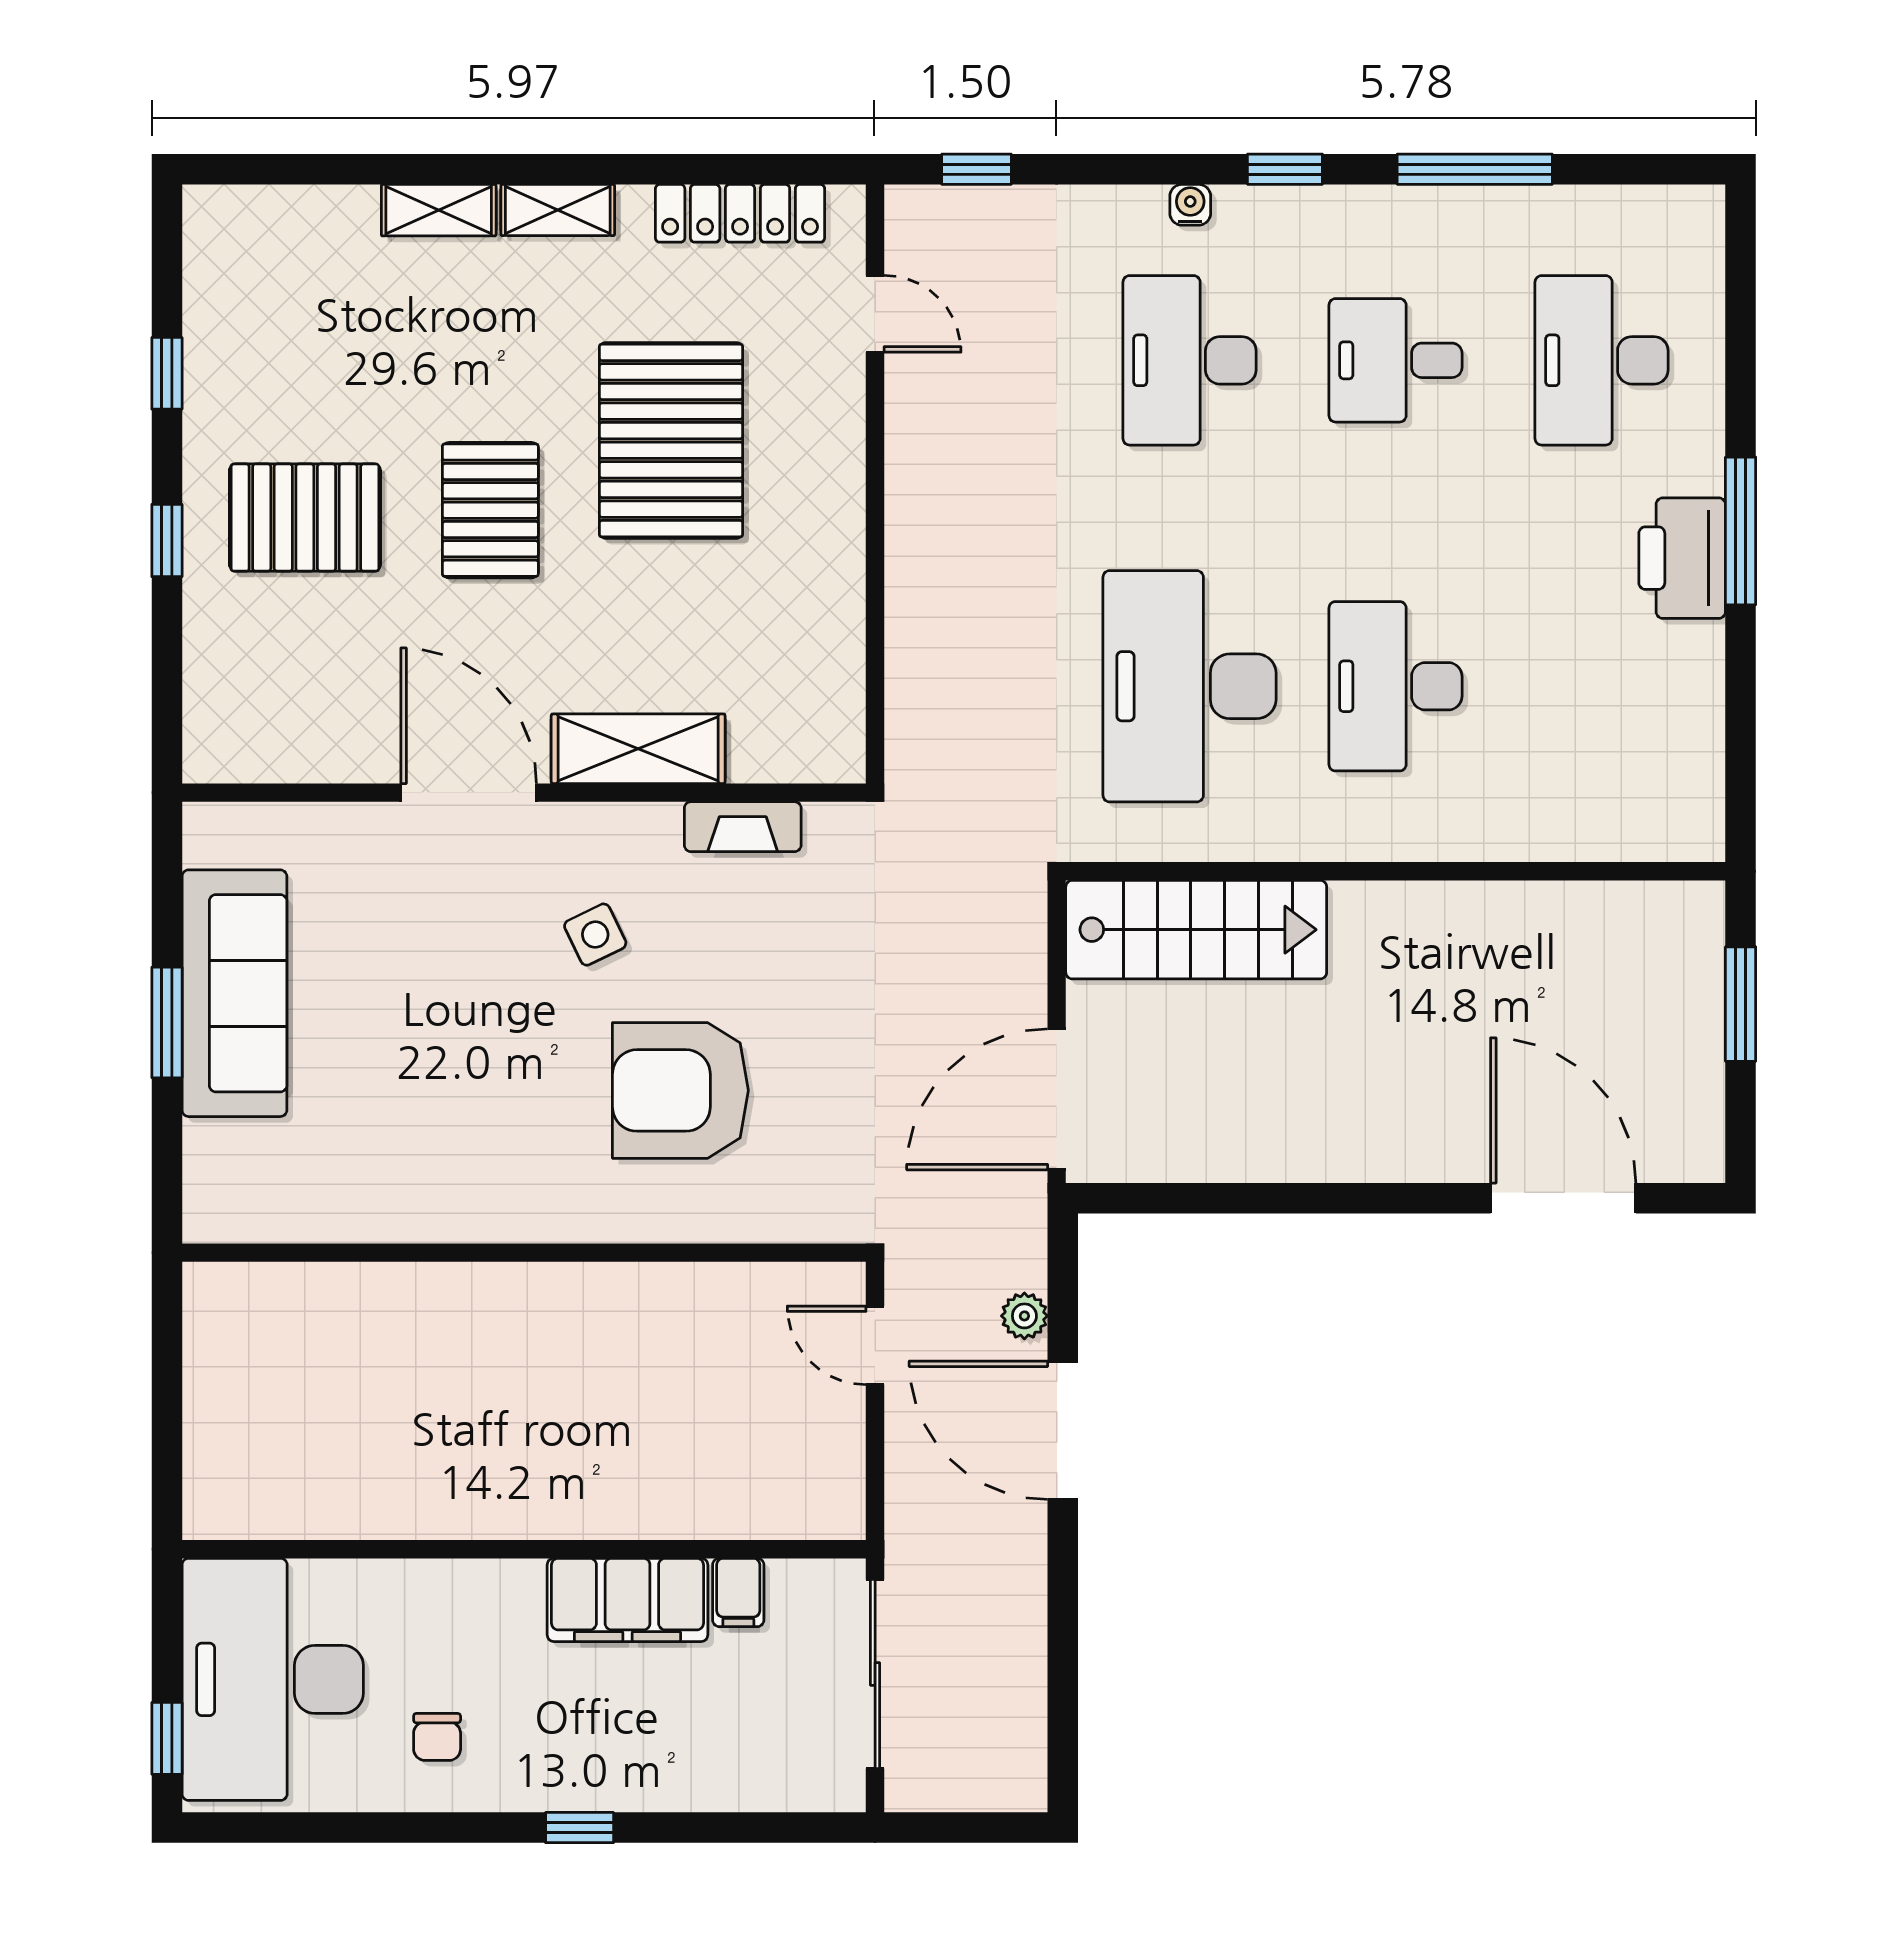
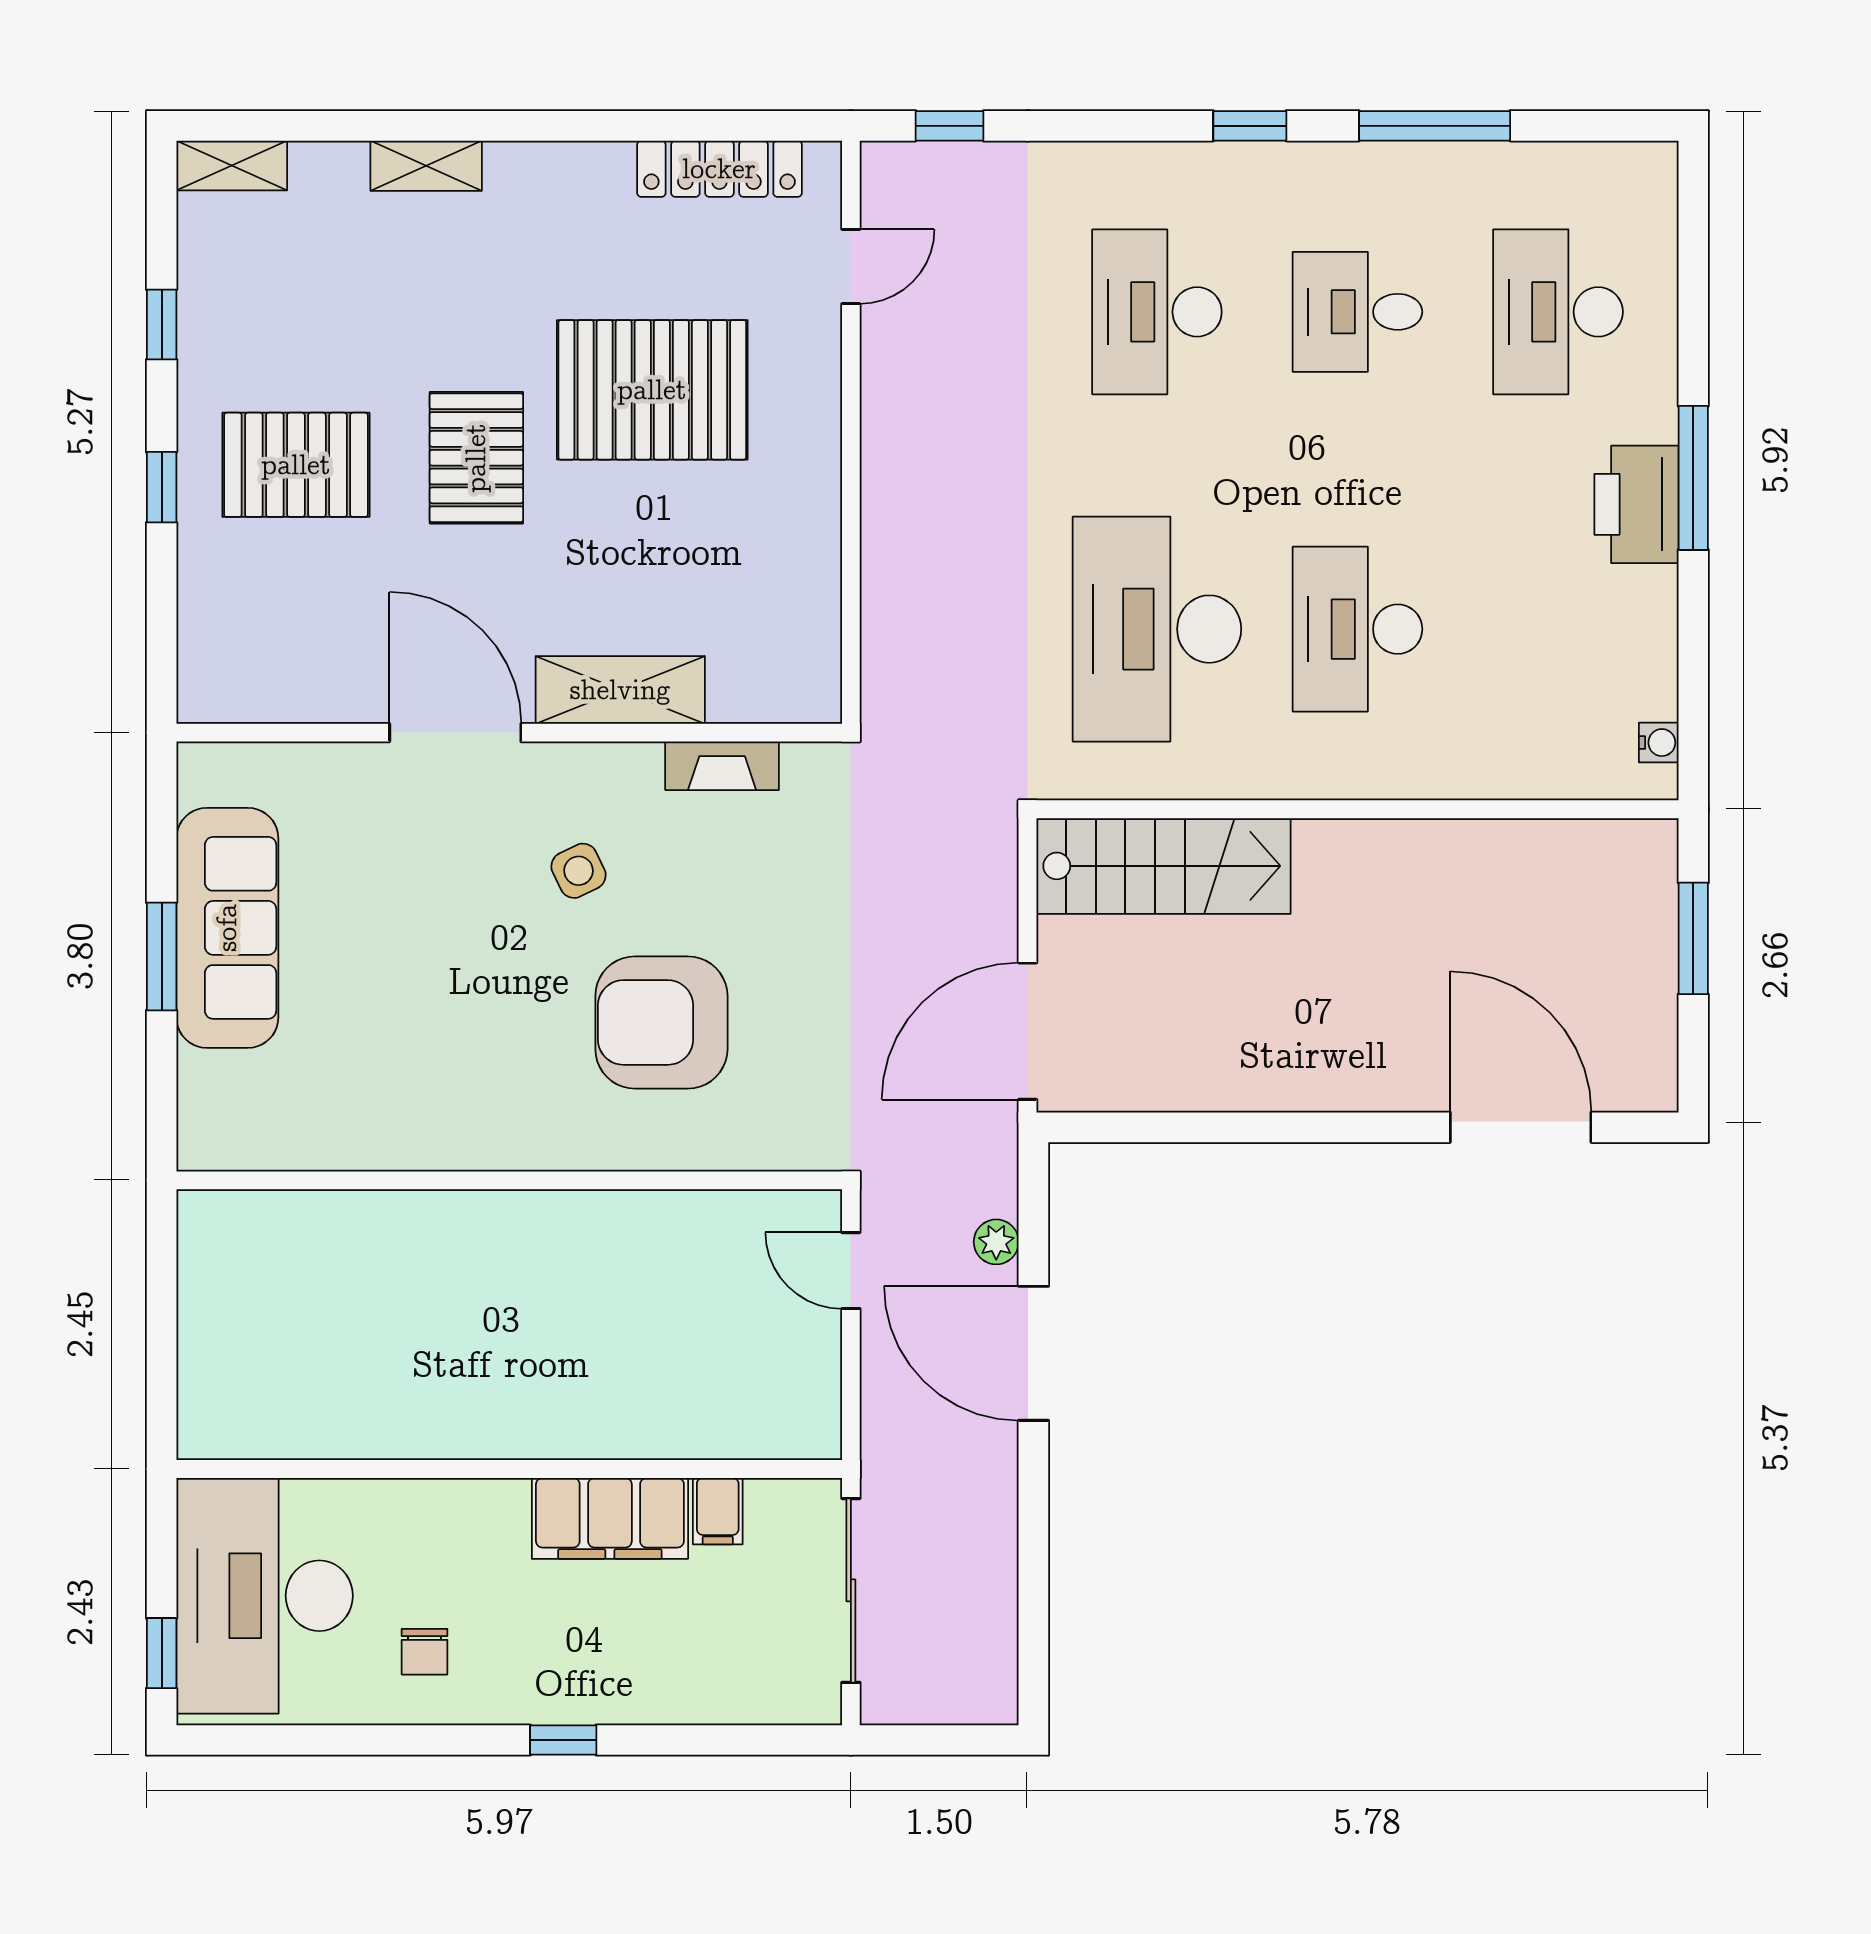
water cooler: (1190, 205) -> (1659, 743), moved, turned 90
shelving: (558, 210) -> (232, 165), moved
door: (875, 314) -> (851, 267), hinge flipped
pallet: (671, 440) -> (652, 390), turned 90

